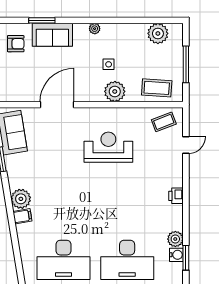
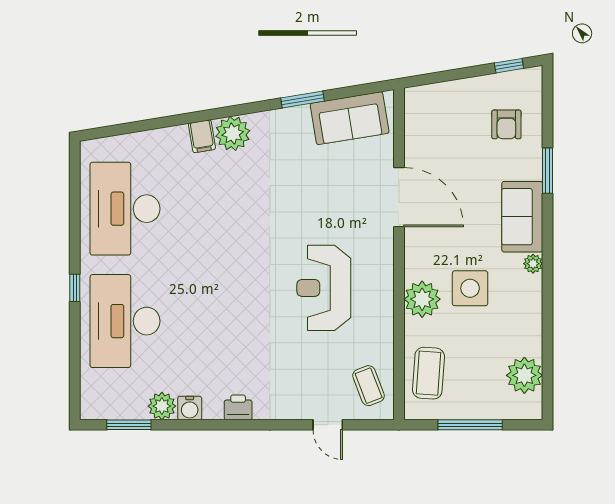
sofa: (52, 35) -> (522, 217), moved
side table: (109, 64) -> (470, 288), width x1.87, depth x1.87
reception desk: (108, 147) -> (324, 288), turned 180
water cooler: (176, 255) -> (190, 408), moved

